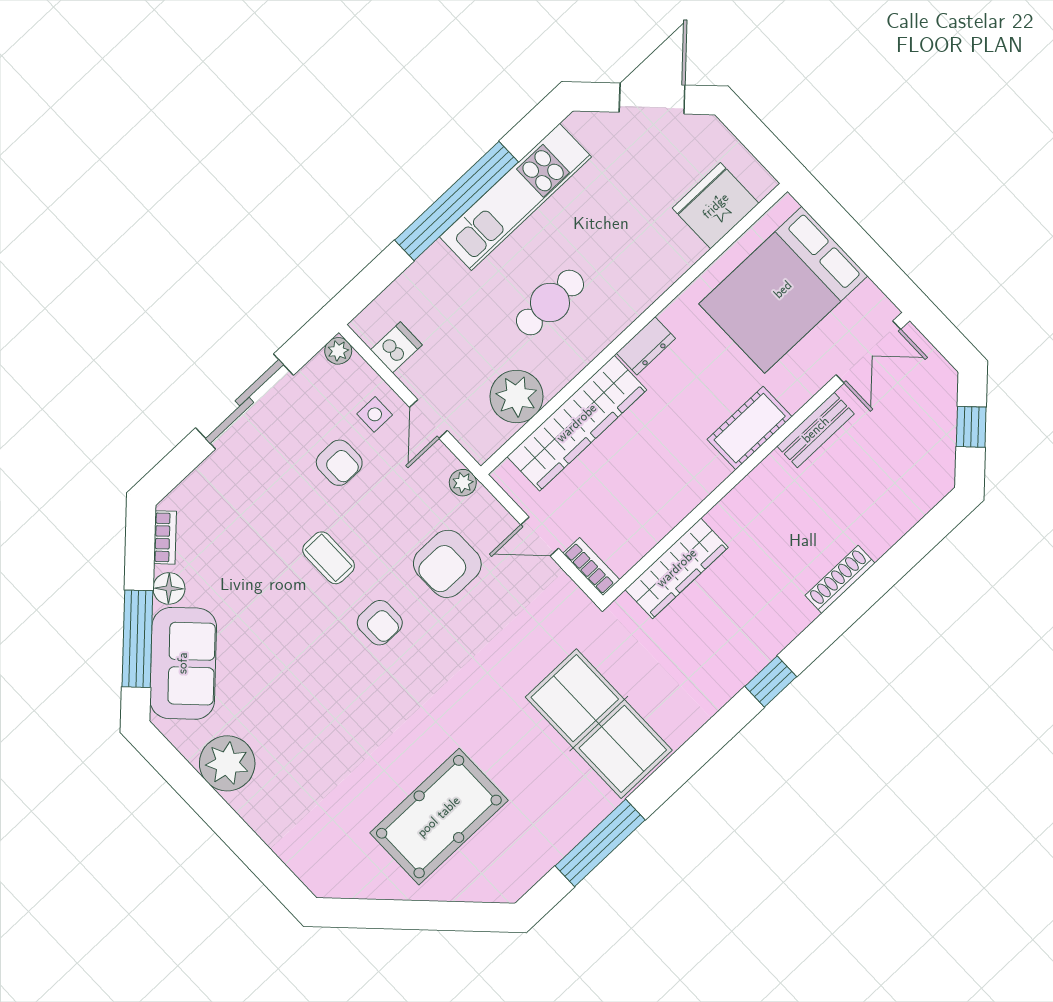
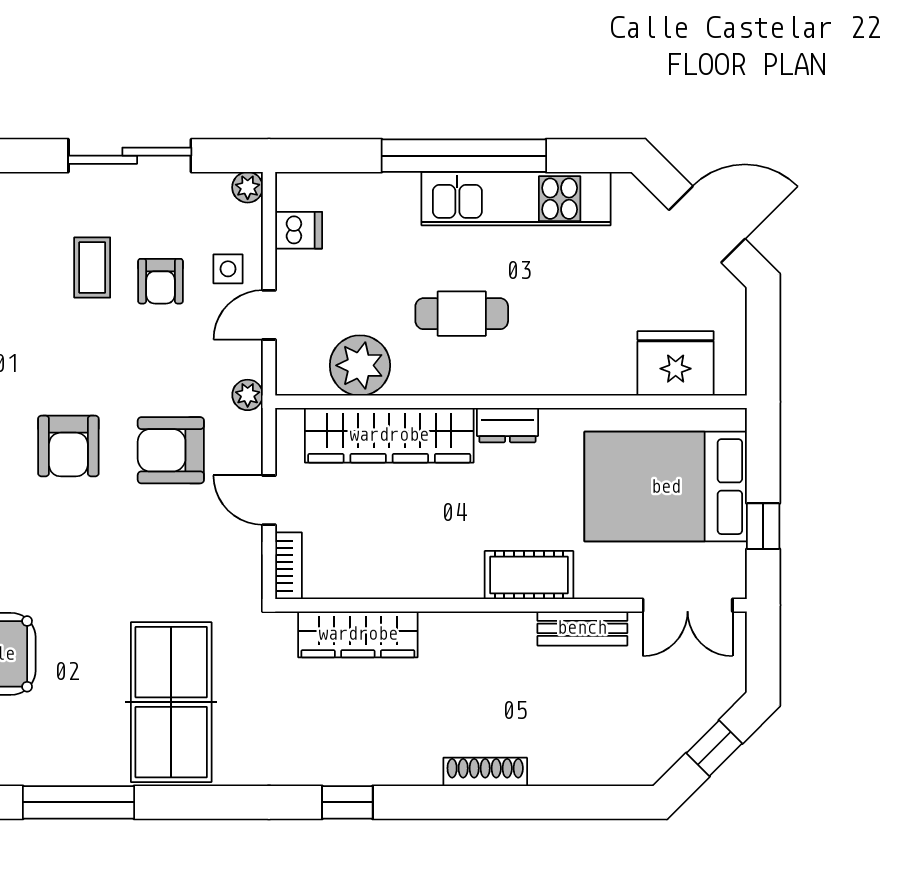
window: (869, 256) -> (763, 526), added
coffee table: (329, 558) -> (92, 268), moved
armchair: (380, 623) -> (68, 446), width x1.38, depth x1.38

